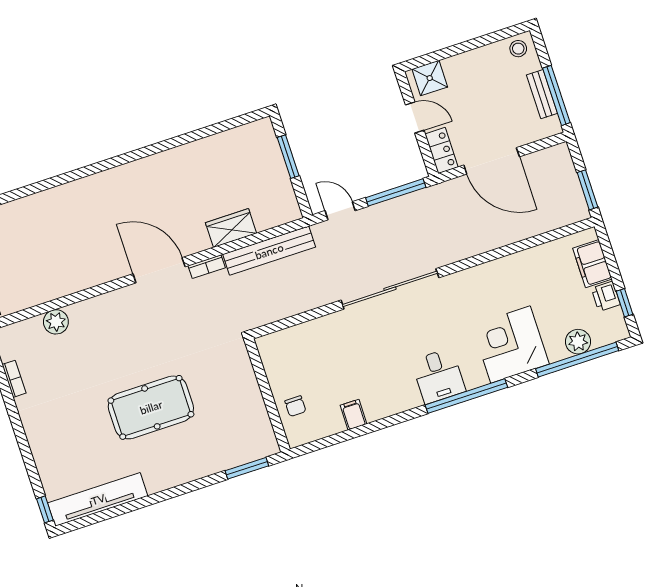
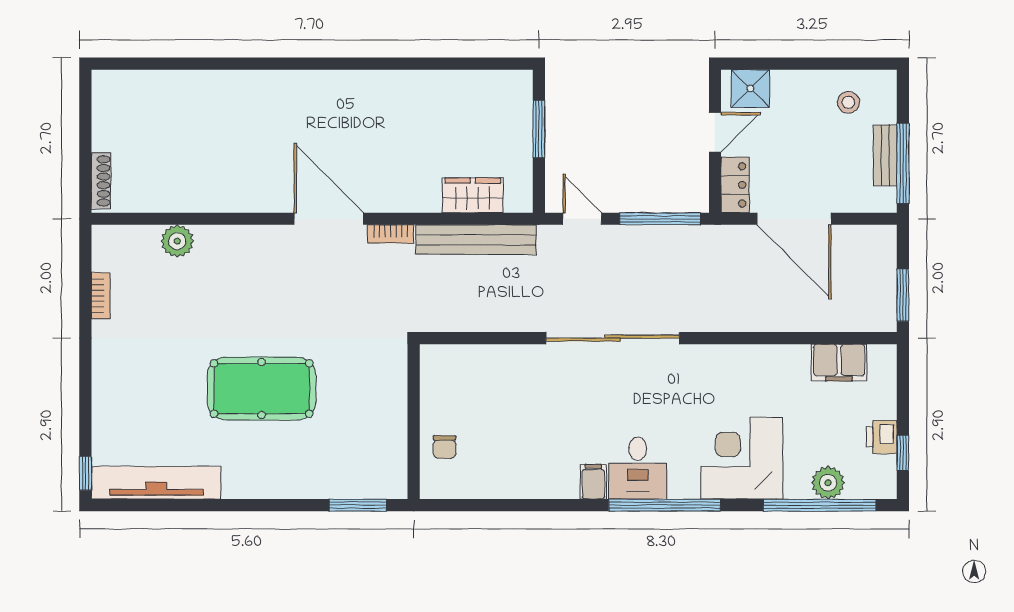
stool: (518, 49) -> (848, 102), moved
door: (415, 118) -> (715, 132), hinge flipped
wardrobe: (231, 228) -> (473, 195), moved
filing cabinet: (592, 264) -> (839, 363), moved, turned -90
filing cabinet: (353, 415) -> (593, 482), moved

